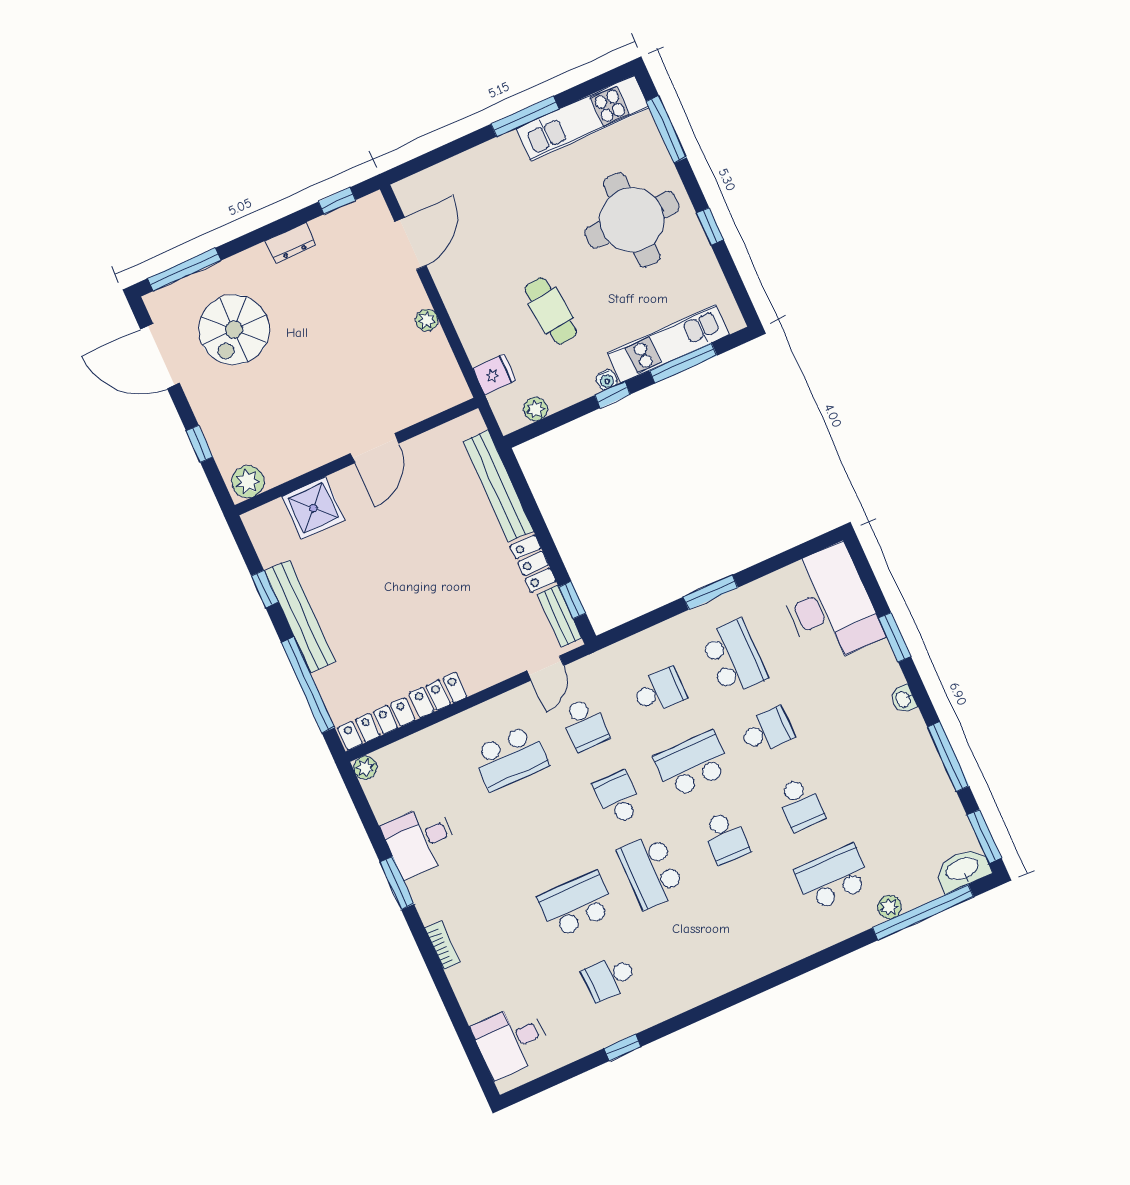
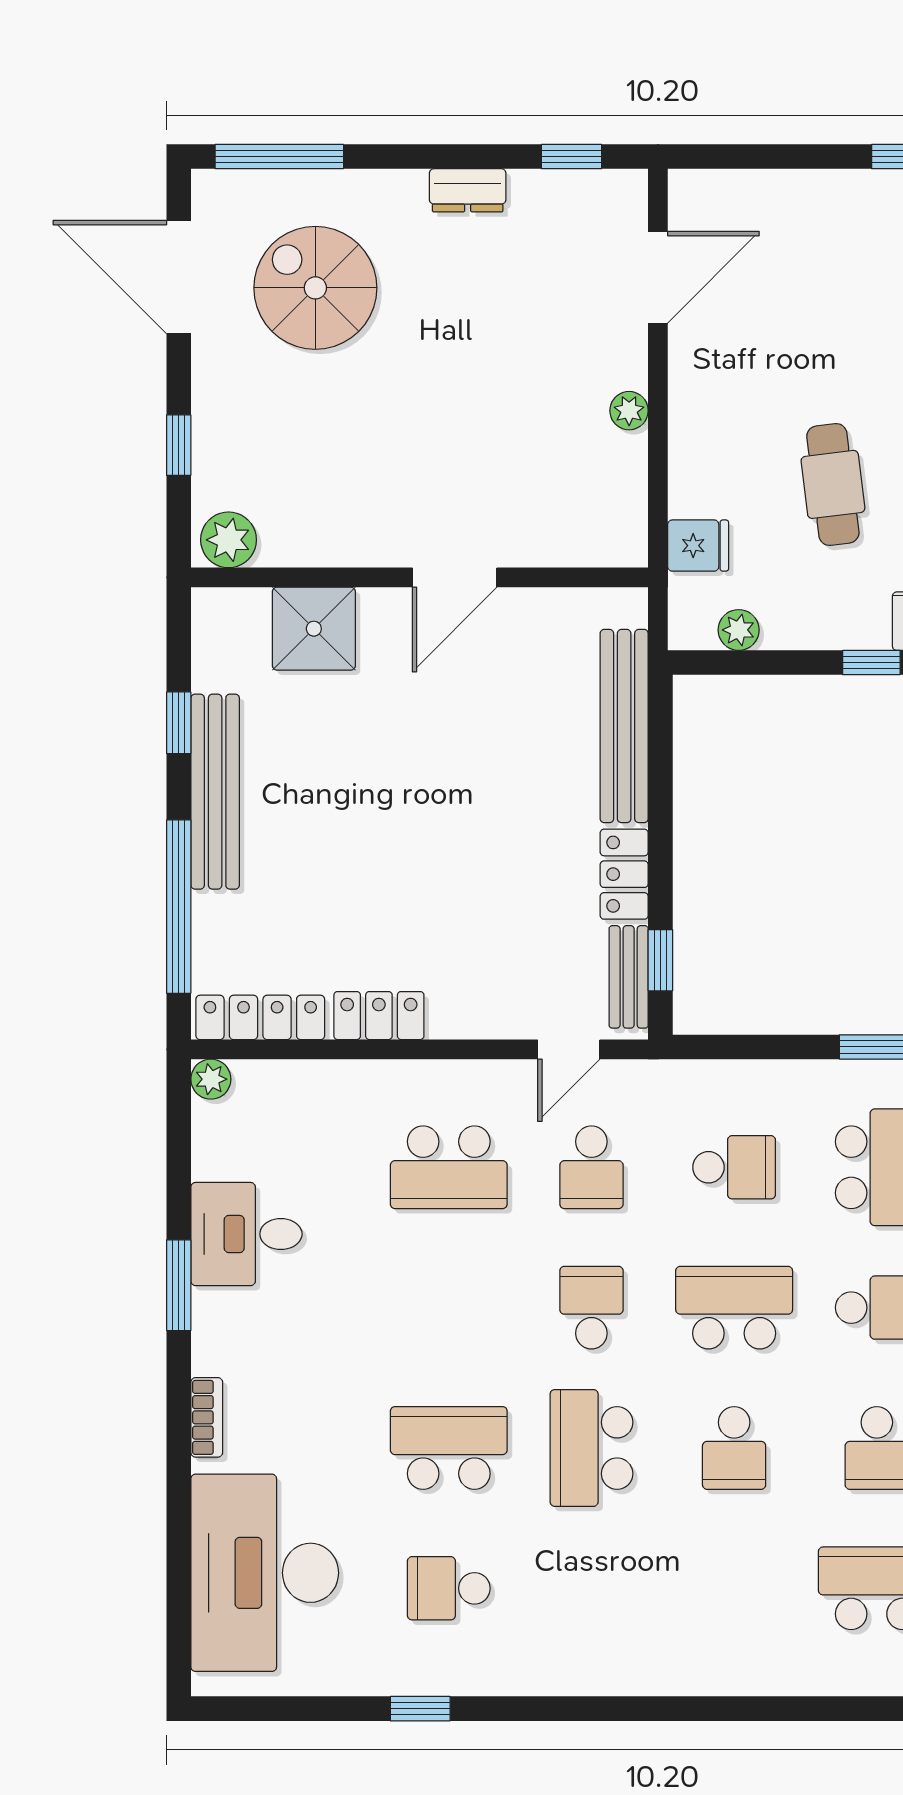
spiral stairs: (234, 330) -> (315, 288), turned 90
water cooler: (607, 380) -> (872, 634), removed
desk: (511, 1041) -> (265, 1573), width x1.87, depth x1.30

